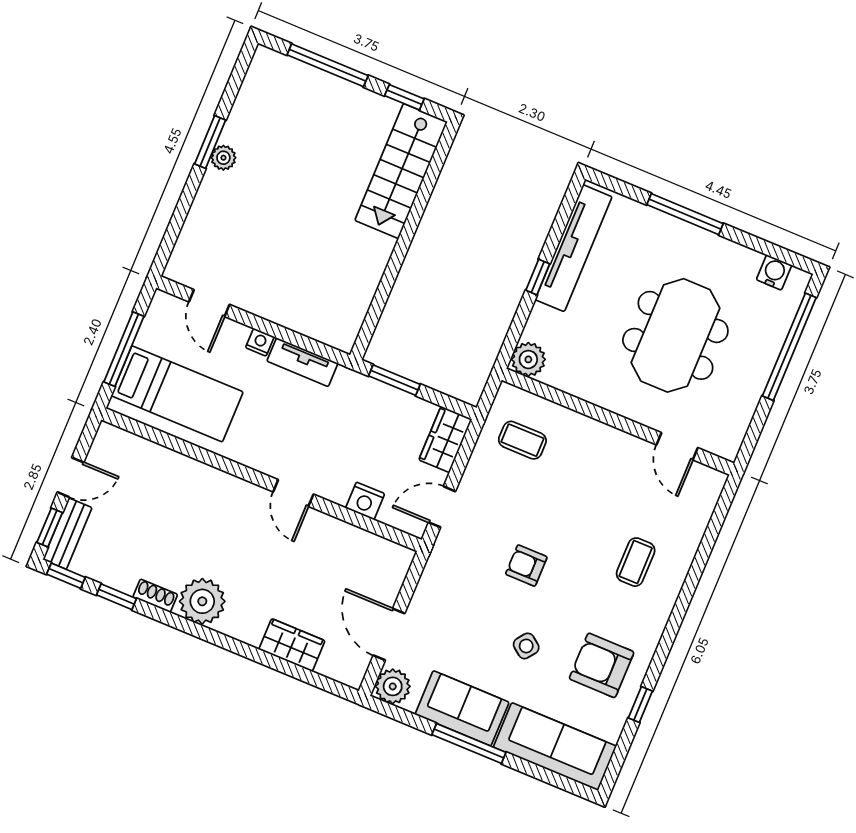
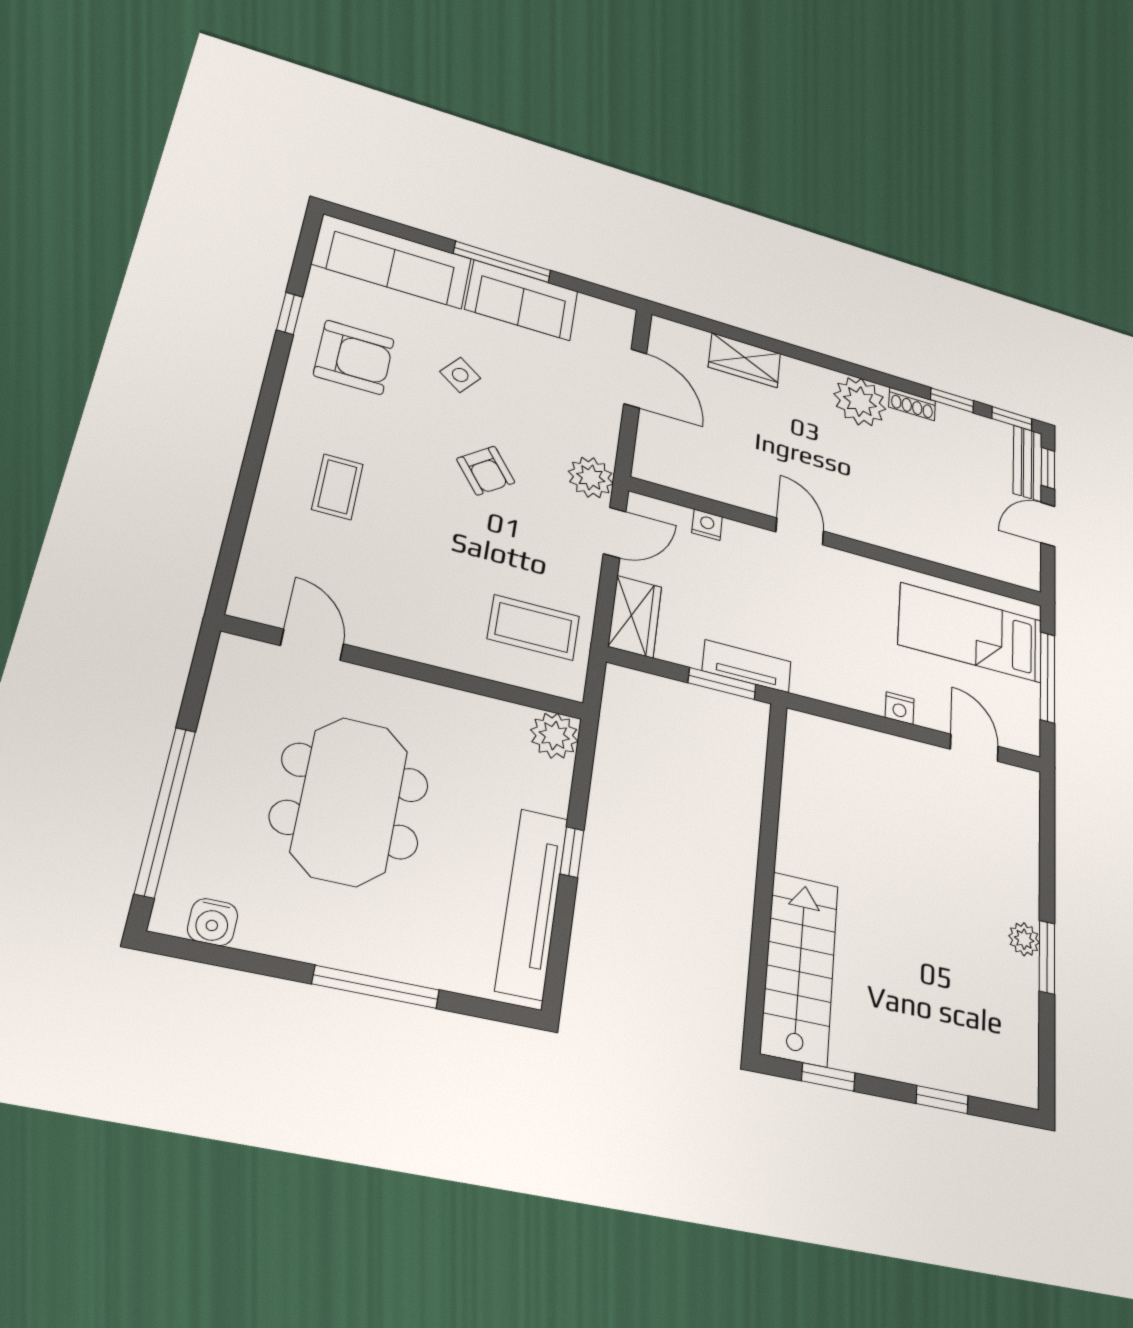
window: (328, 65) -> (942, 1100), width x0.46
tv unit: (302, 362) -> (747, 666), moved
coffee table: (522, 440) -> (534, 627), width x1.36, depth x1.30
nightstand: (365, 501) -> (707, 525), width x0.72, depth x0.74
armchair: (526, 566) -> (486, 471), turned 53
plant: (393, 686) -> (591, 477), moved

